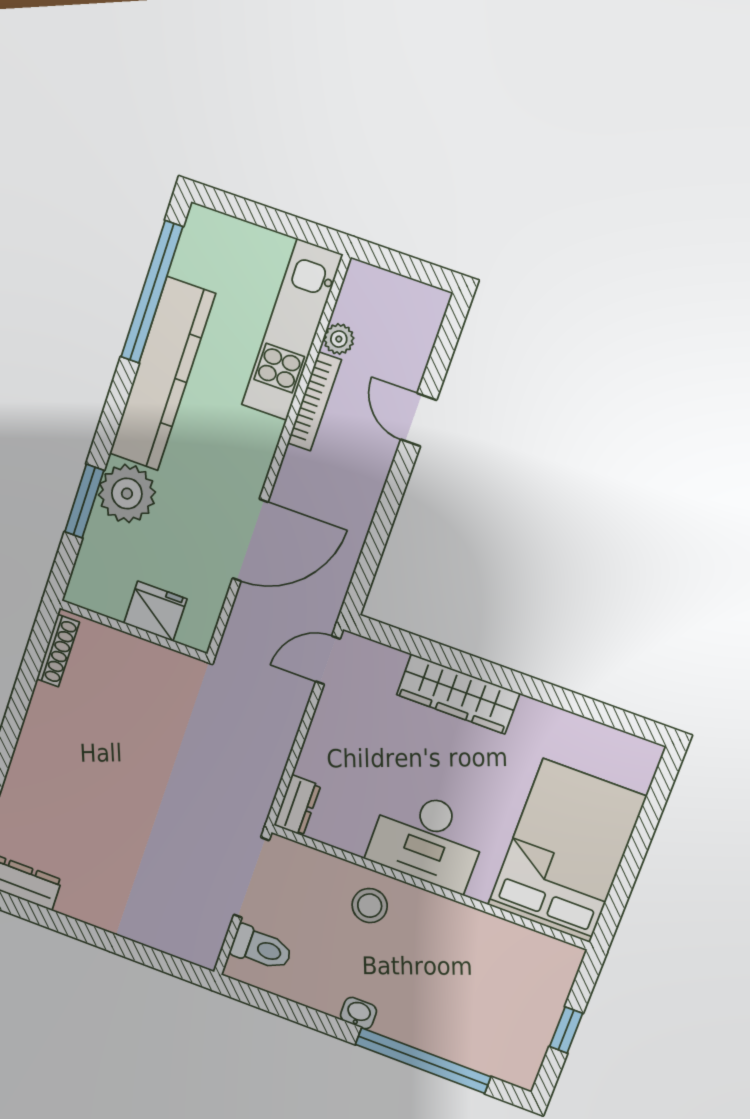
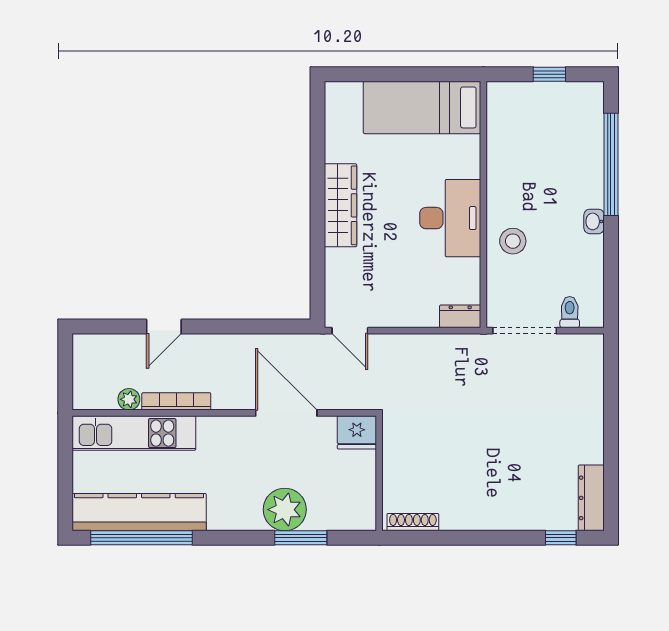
kitchen counter: (162, 374) -> (139, 512), moved
fridge: (155, 611) -> (357, 432), moved, turned -90
wardrobe: (458, 694) -> (340, 205), moved
bed: (567, 851) -> (422, 107), width x0.67
toilet: (261, 948) -> (570, 312), width x0.73, depth x0.72

